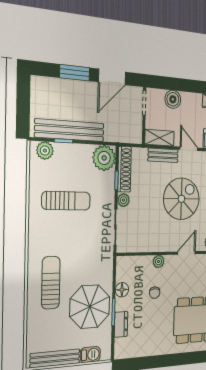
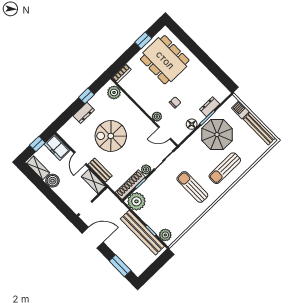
window: (75, 73) -> (120, 266), moved
boiler: (173, 99) -> (52, 181), moved
sun lounger: (66, 201) -> (192, 187), moved
door: (186, 253) -> (165, 133), moved

